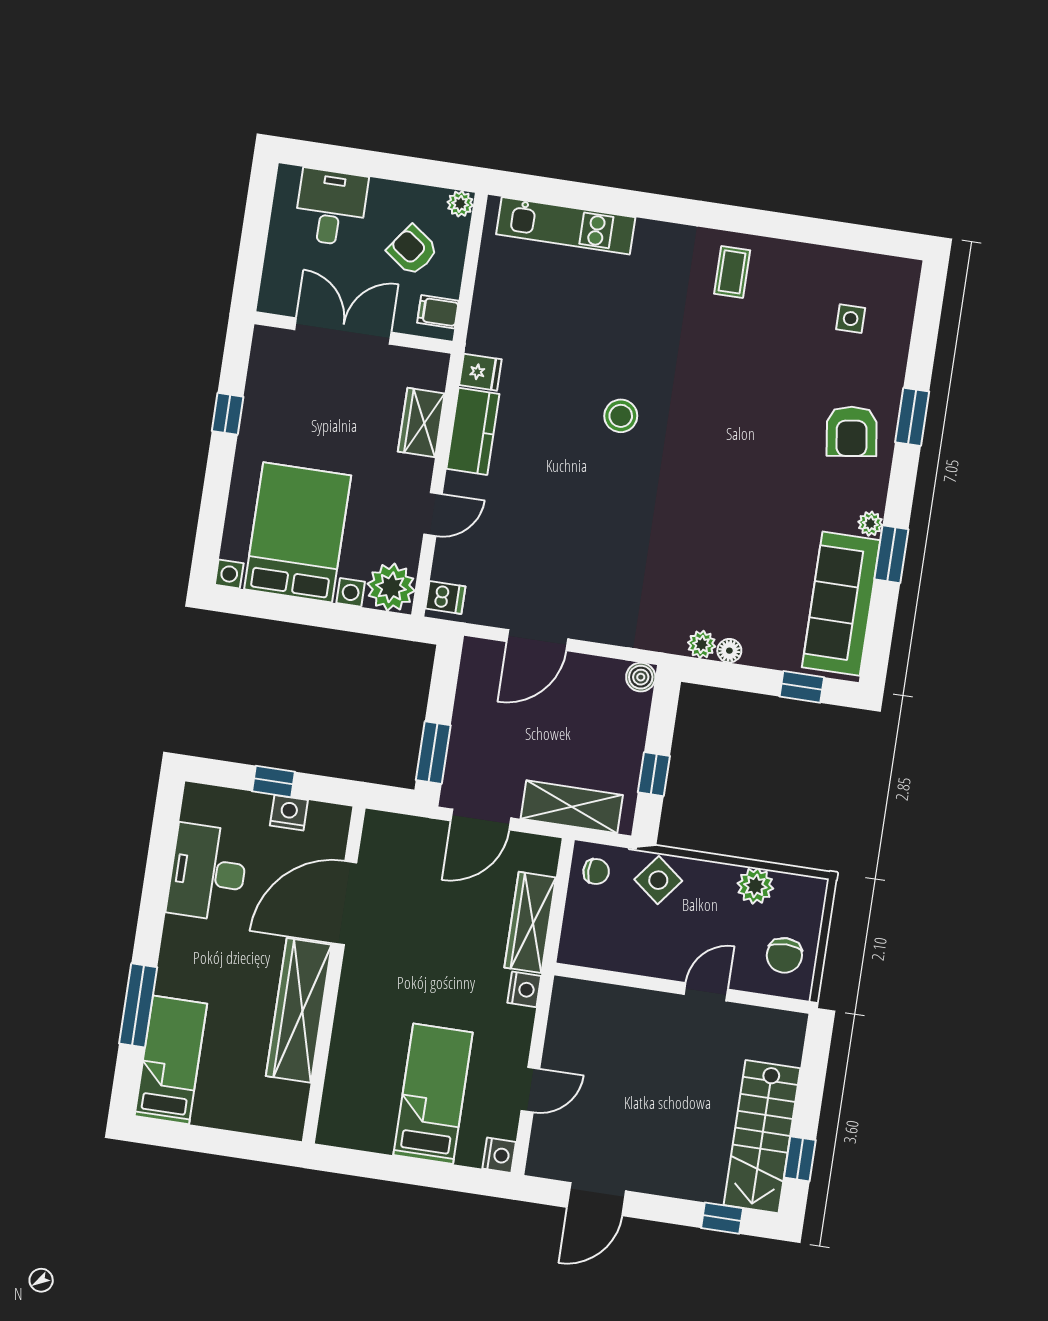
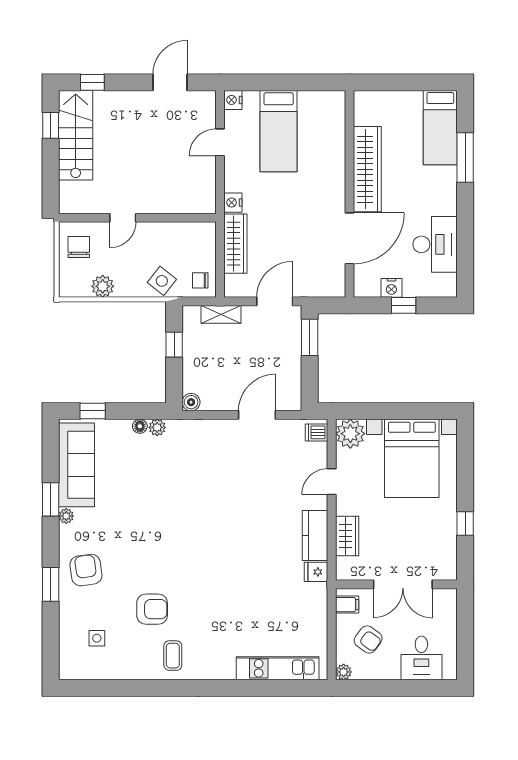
armchair: (754, 352) -> (152, 609), added
stool: (621, 416) -> (227, 558), removed
shelving: (572, 807) -> (221, 314), width x0.67, depth x0.75

